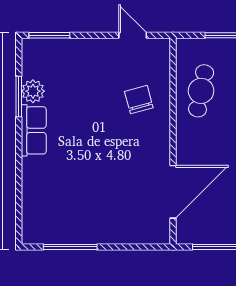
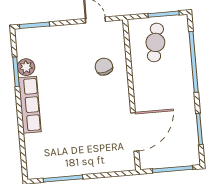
cafe table: (201, 91) -> (155, 42), moved
row of seats: (34, 130) -> (30, 105), width x1.48

